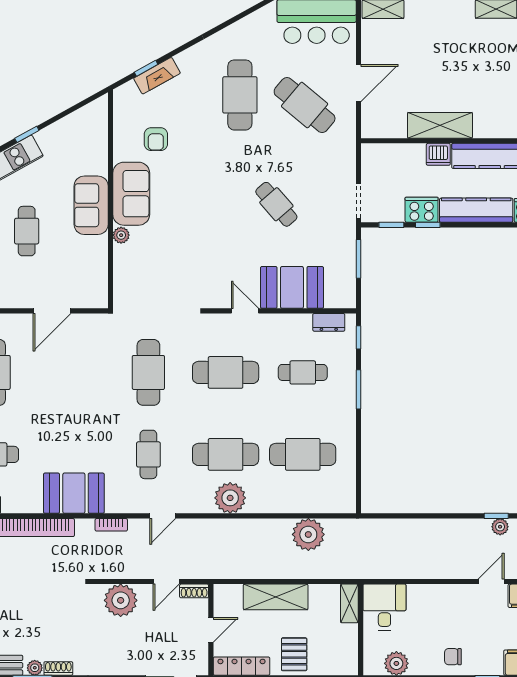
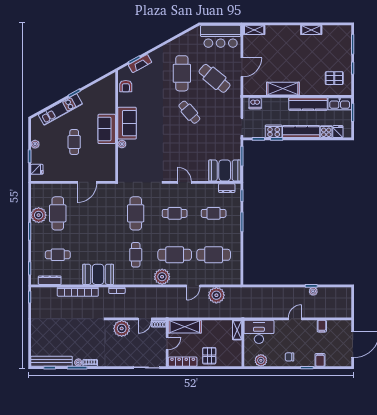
armchair: (156, 139) -> (126, 86), moved
dishwasher: (438, 154) -> (255, 103), moved
cafe table: (276, 204) -> (189, 112), moved
booth: (292, 287) -> (225, 170), moved
cafe table: (226, 372) -> (175, 213), width x0.73, depth x0.74
plant: (230, 498) -> (162, 277), moved
door: (163, 516) -> (193, 286), moved
door: (491, 582) -> (295, 319), moved
shelving: (276, 597) -> (185, 327), moved
desk: (384, 607) -> (259, 332), width x1.37

